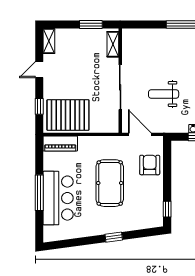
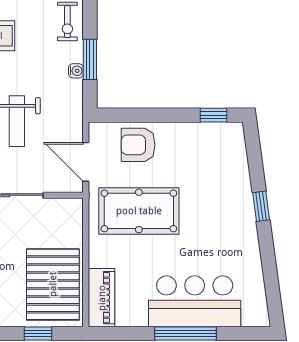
door: (140, 134) -> (86, 162), hinge flipped
pool table: (110, 183) -> (139, 211), moved

